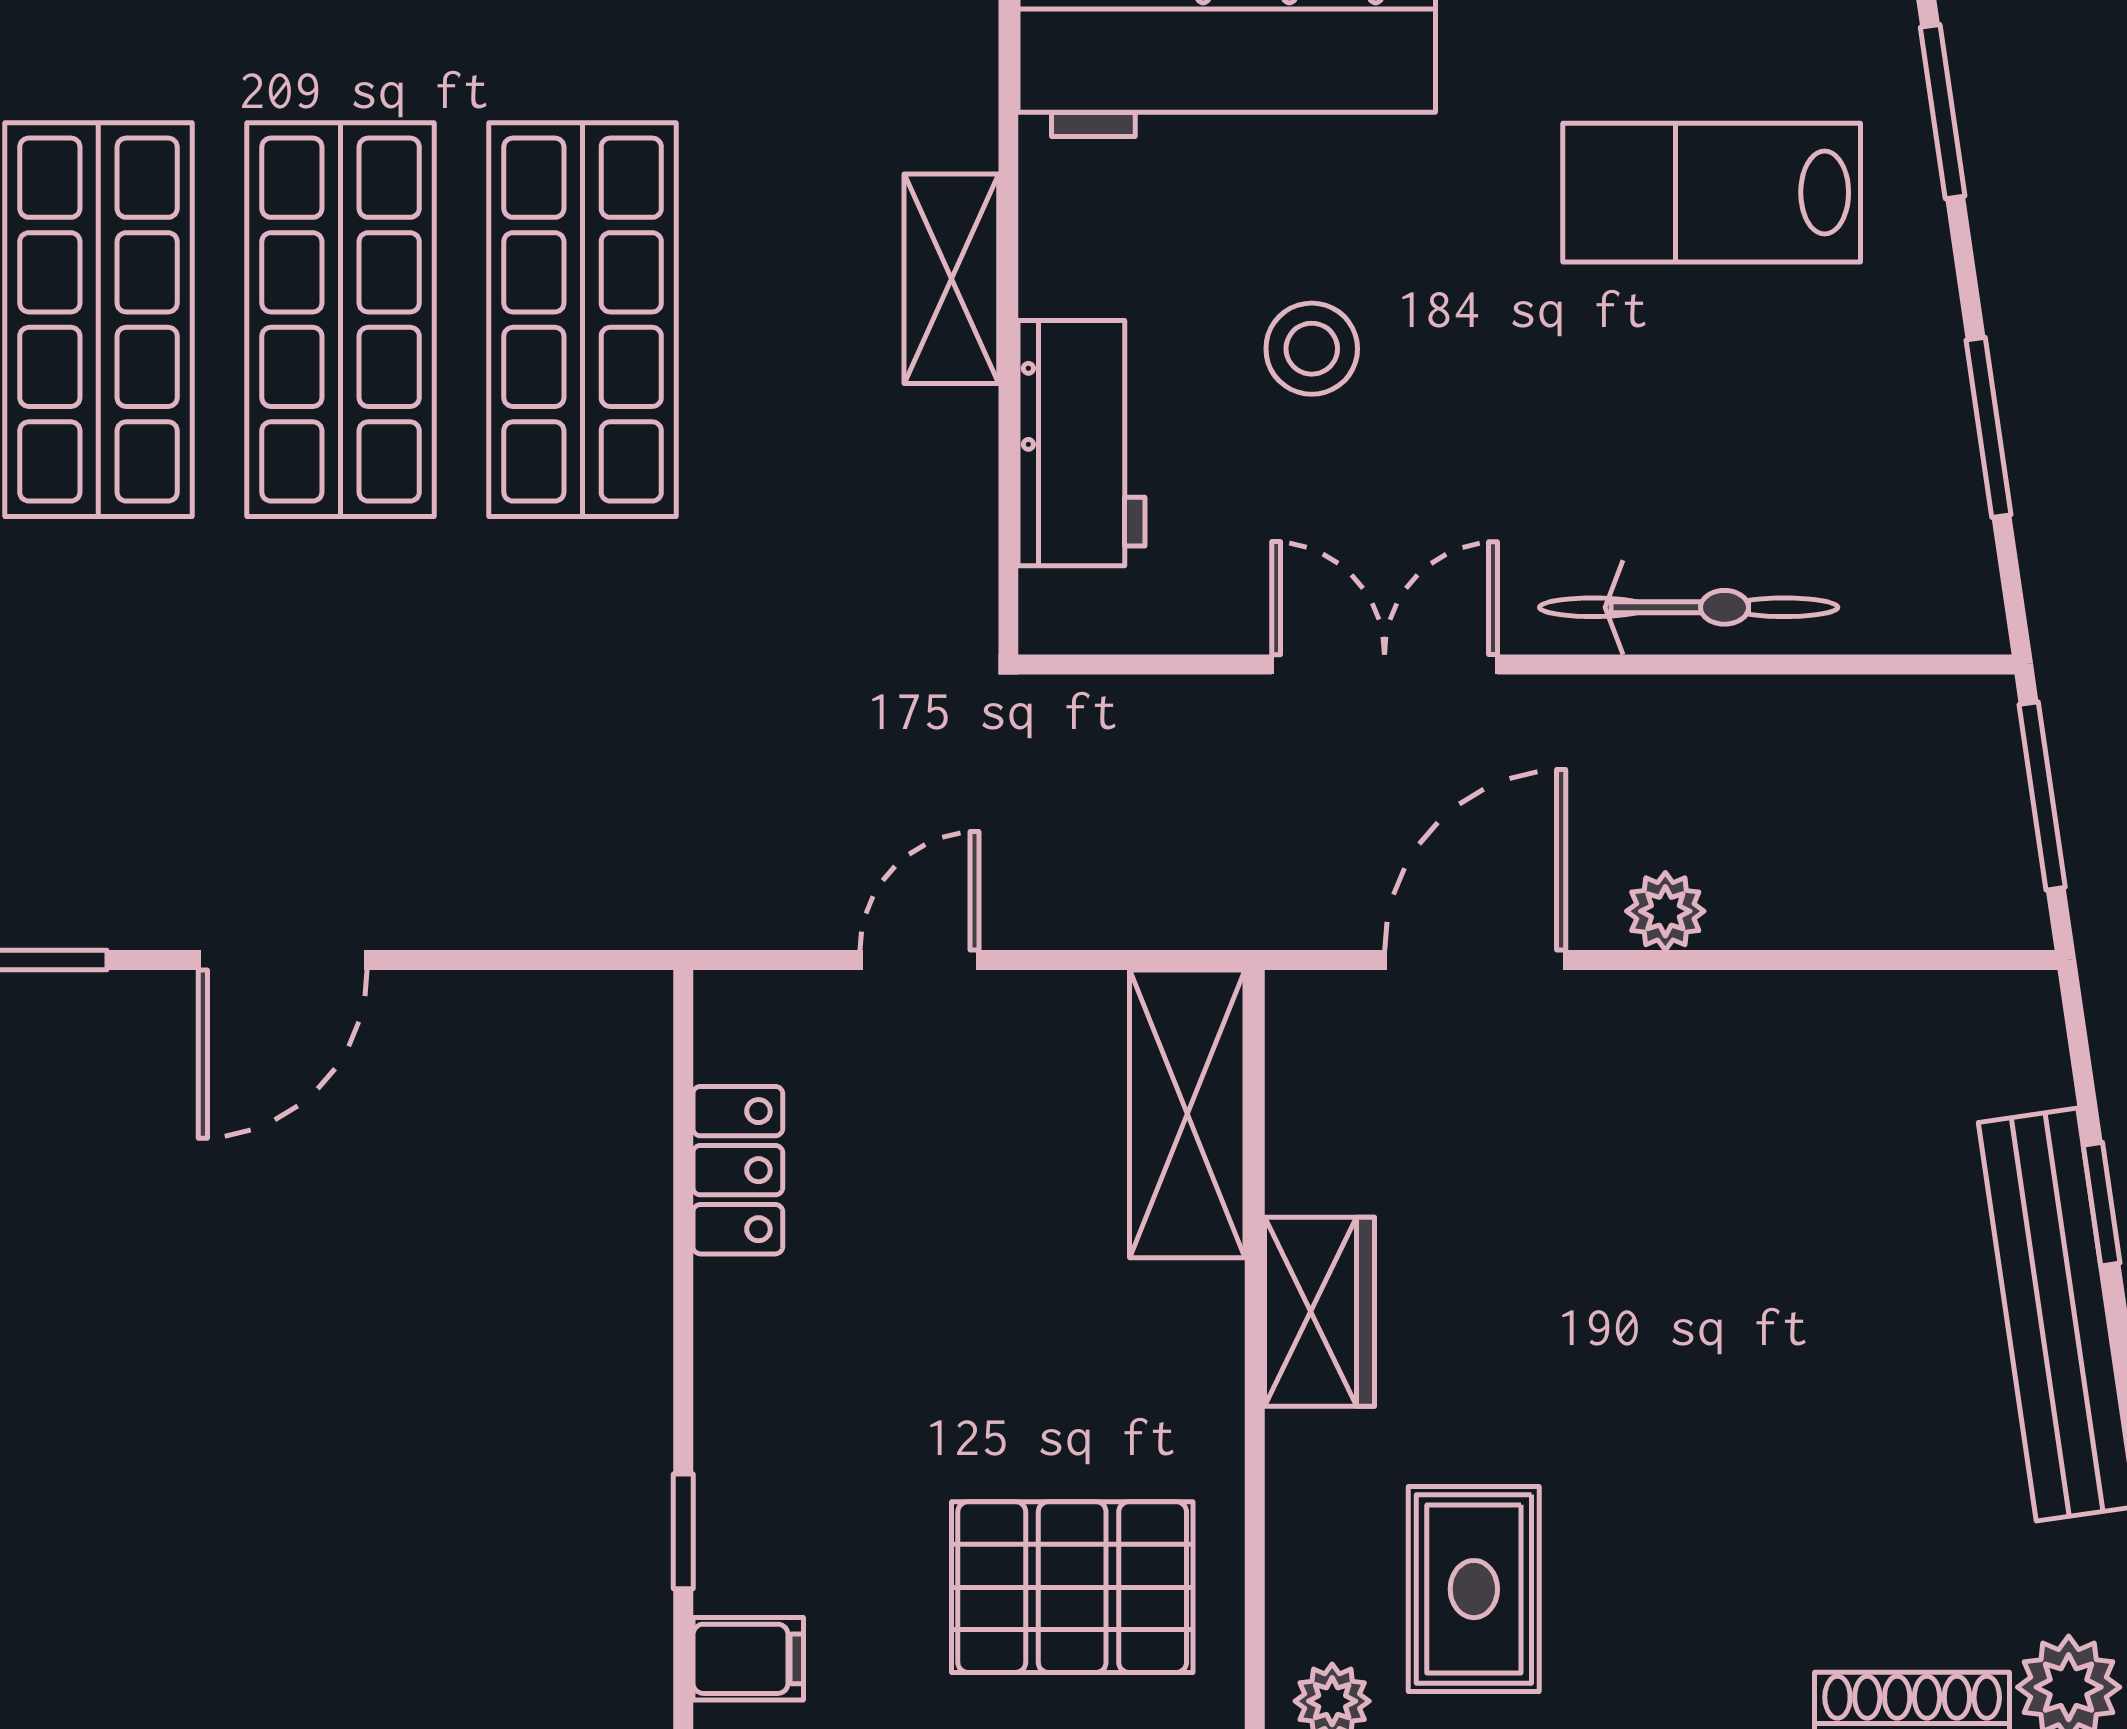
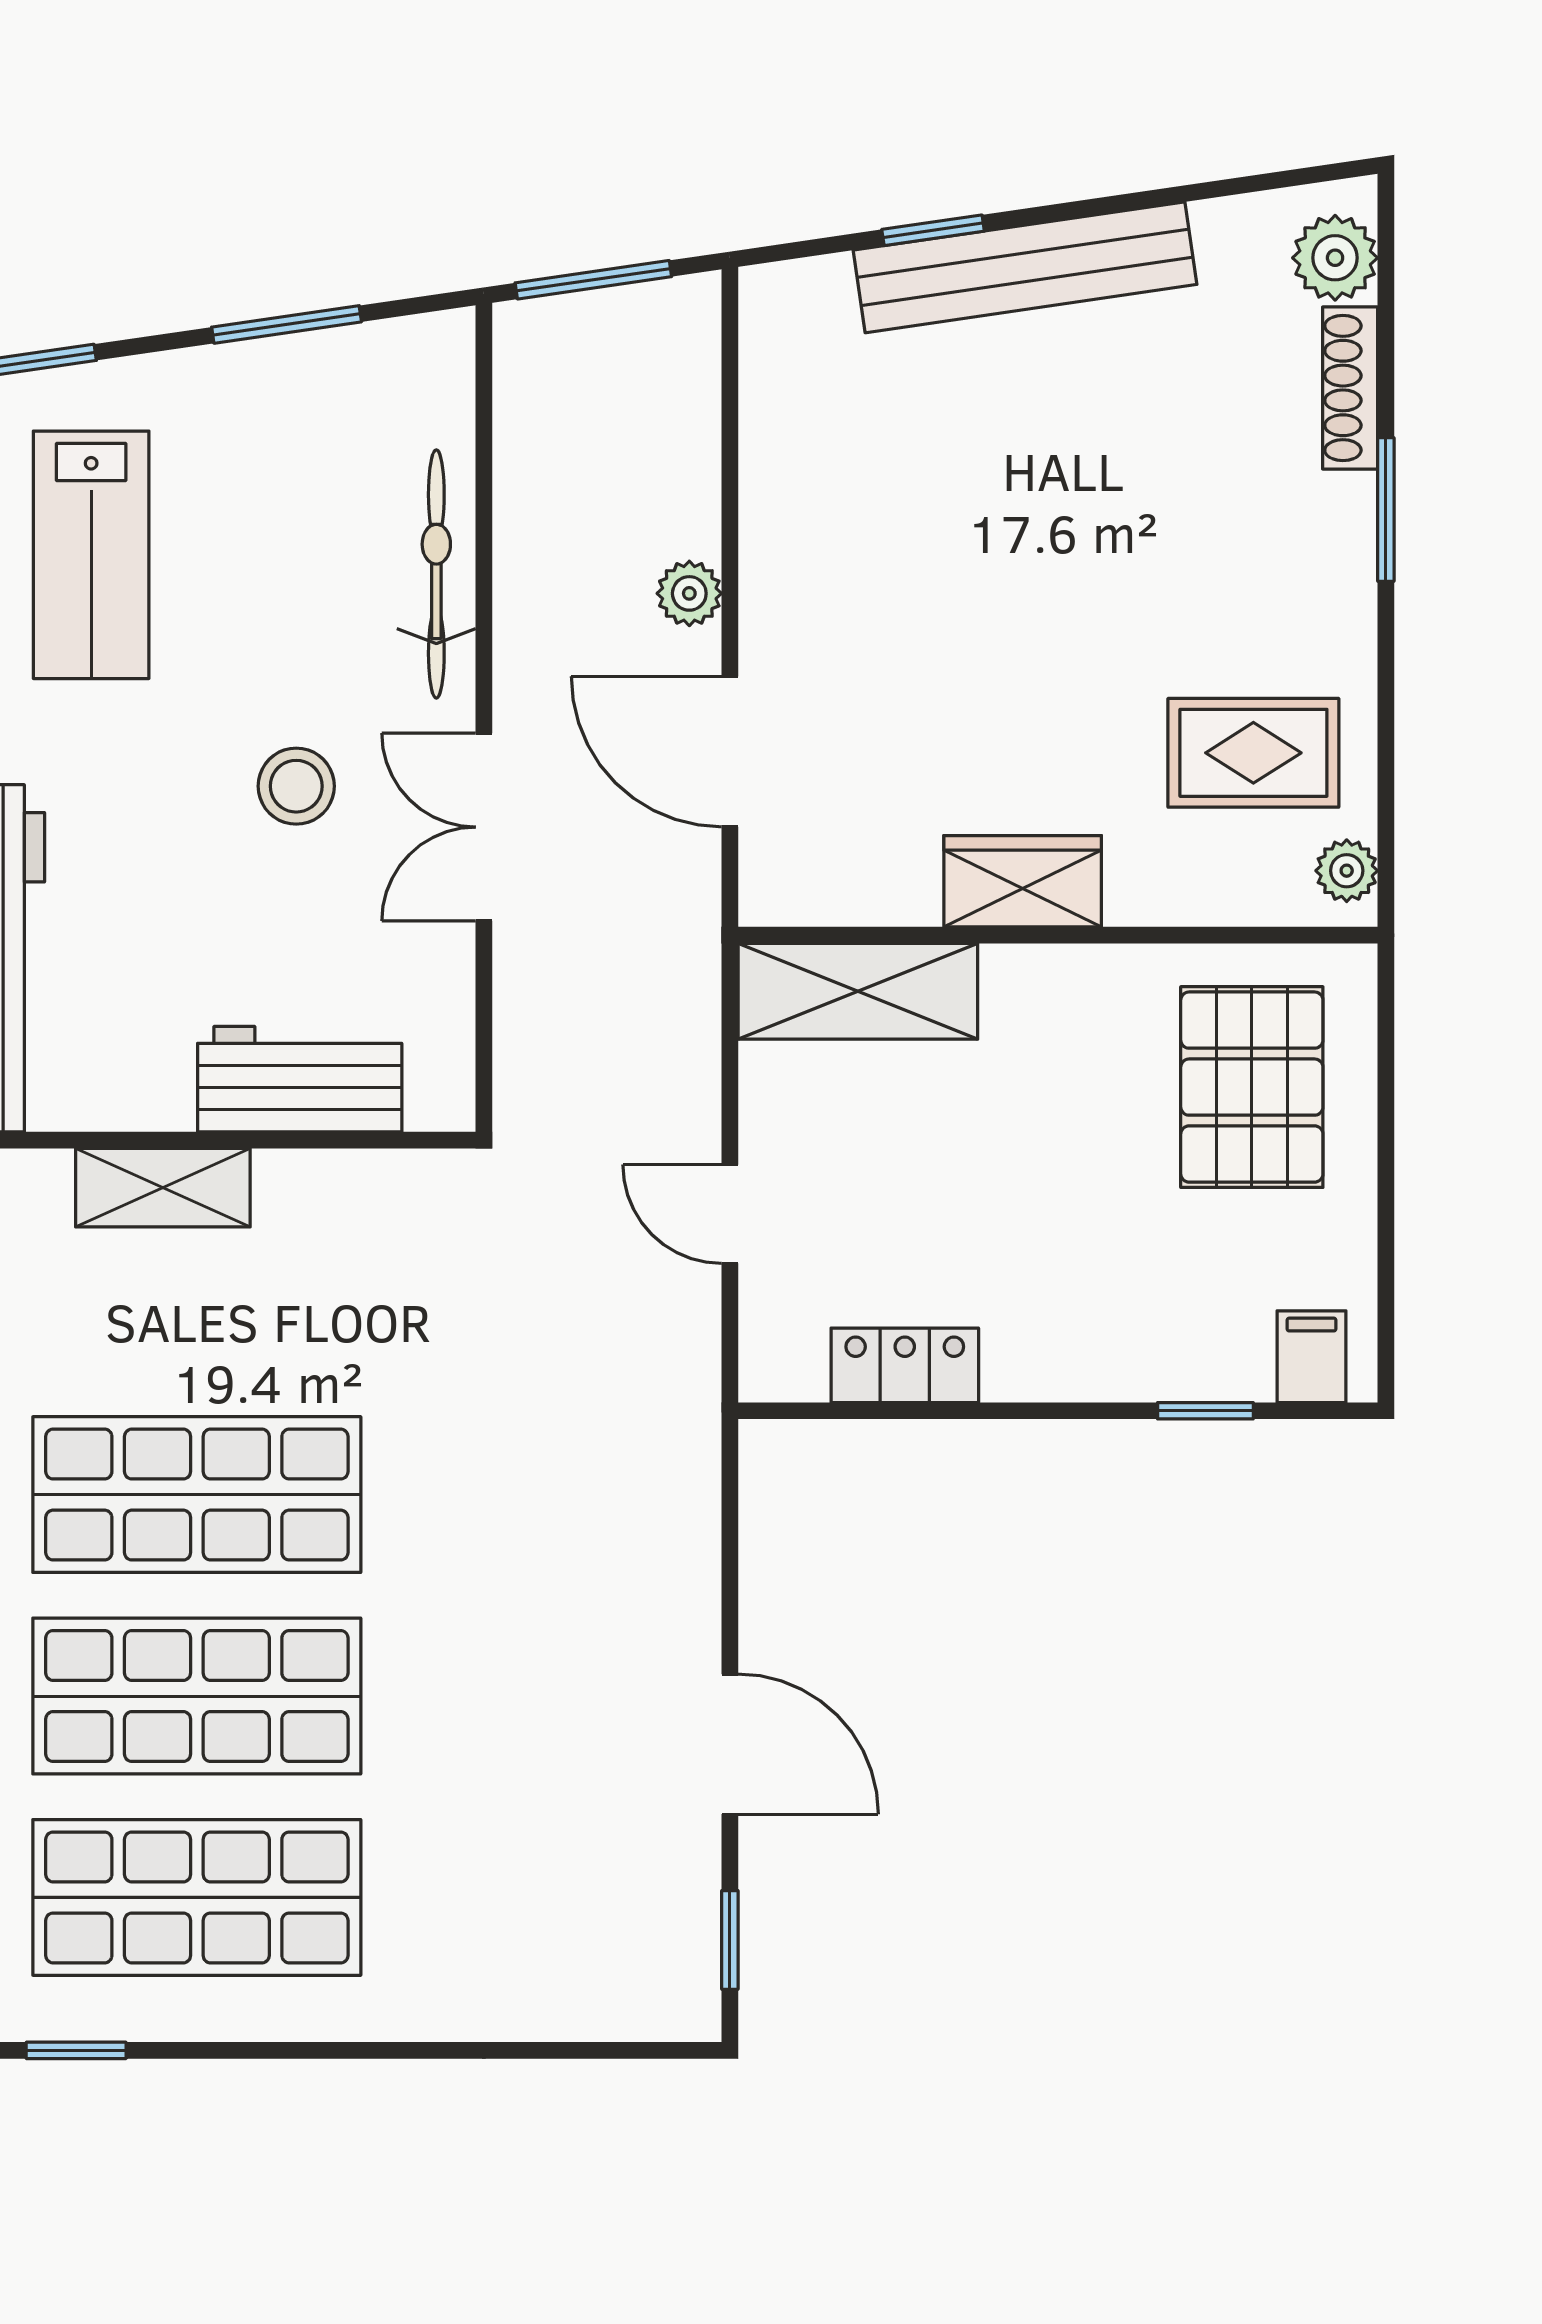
stool: (1312, 349) -> (296, 786), moved

